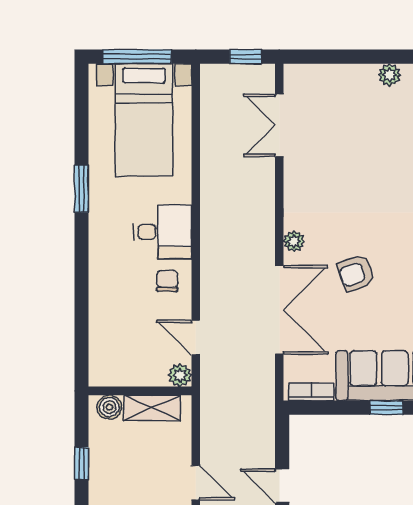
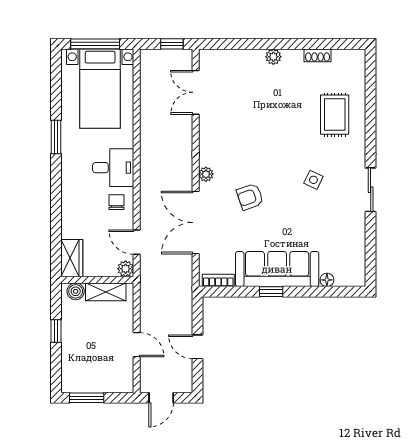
double door: (279, 310) -> (196, 223), swing flipped
wardrobe: (104, 360) -> (72, 258), added

